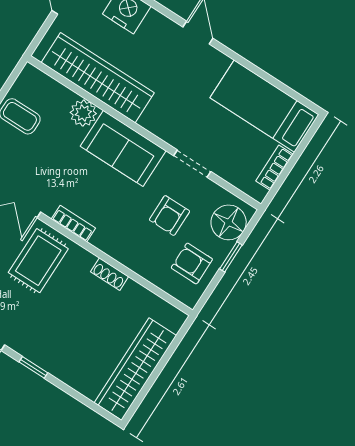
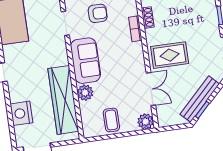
bookcase: (73, 223) -> (135, 29), moved

